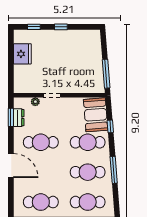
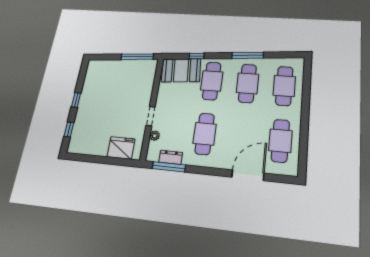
fridge: (22, 54) -> (121, 148), moved
window: (11, 117) -> (169, 167), width x1.44
door: (11, 166) -> (248, 175), moved

